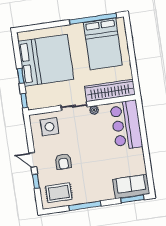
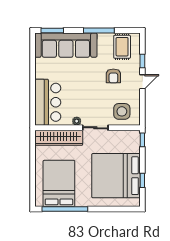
window: (21, 76) -> (142, 180), moved
door: (33, 160) -> (142, 82), hinge flipped
armchair: (63, 162) -> (113, 76), turned 180
sofa: (131, 187) -> (66, 45), width x1.85, depth x1.27
rug: (59, 193) -> (122, 47), turned 90

